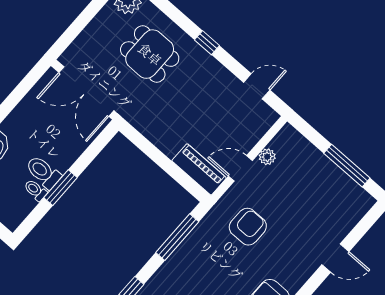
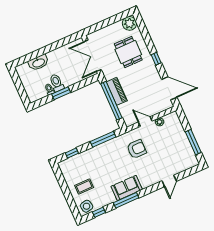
door: (257, 86) -> (169, 88), width x1.87
window: (160, 159) -> (111, 101), added
piano: (199, 169) -> (117, 91), moved
door: (335, 258) -> (169, 181), hinge flipped

